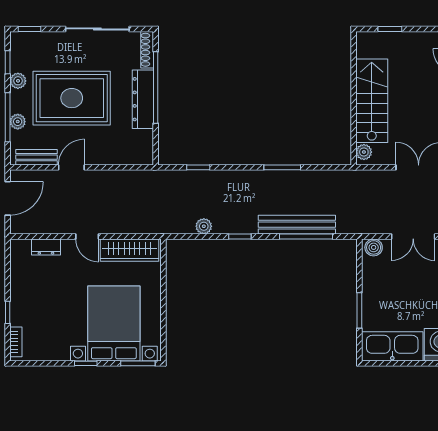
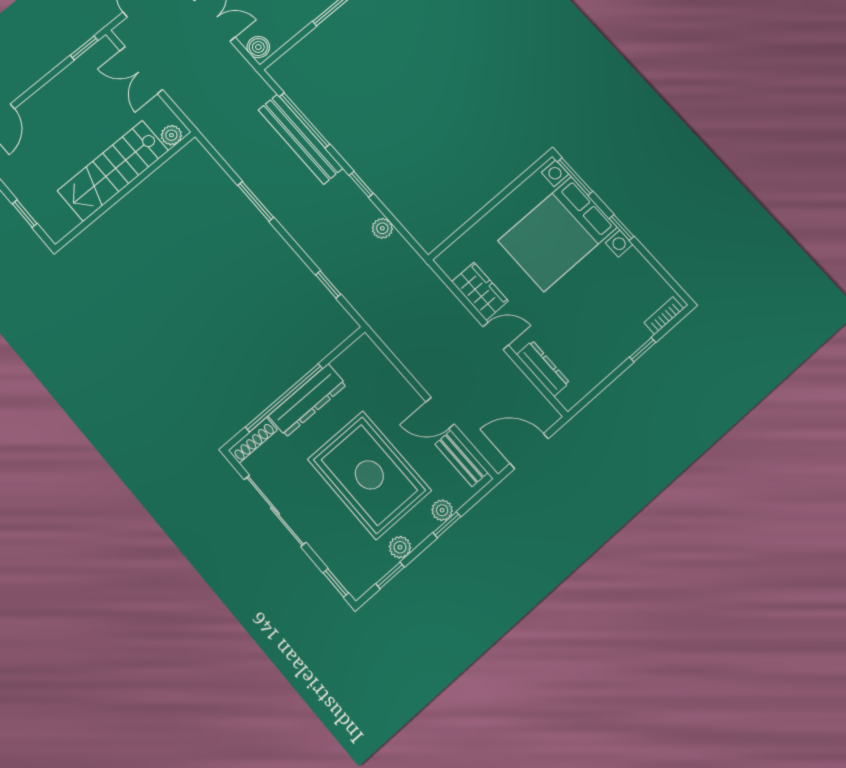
window: (8, 117) -> (447, 525), width x0.46
door: (87, 237) -> (496, 336), hinge flipped
dresser: (46, 247) -> (543, 368), width x1.44
wardrobe: (129, 250) -> (480, 291), width x0.67

